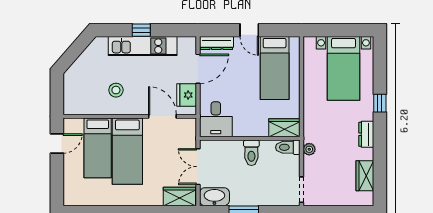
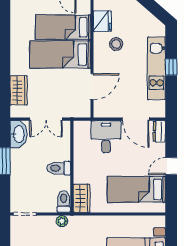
dresser: (216, 43) -> (159, 131), width x0.70
fridge: (187, 95) -> (102, 21), moved, turned 90
desk: (216, 119) -> (106, 137), moved, turned 90
double door: (198, 167) -> (46, 119), swing flipped
wardrobe: (179, 196) -> (19, 90), moved

